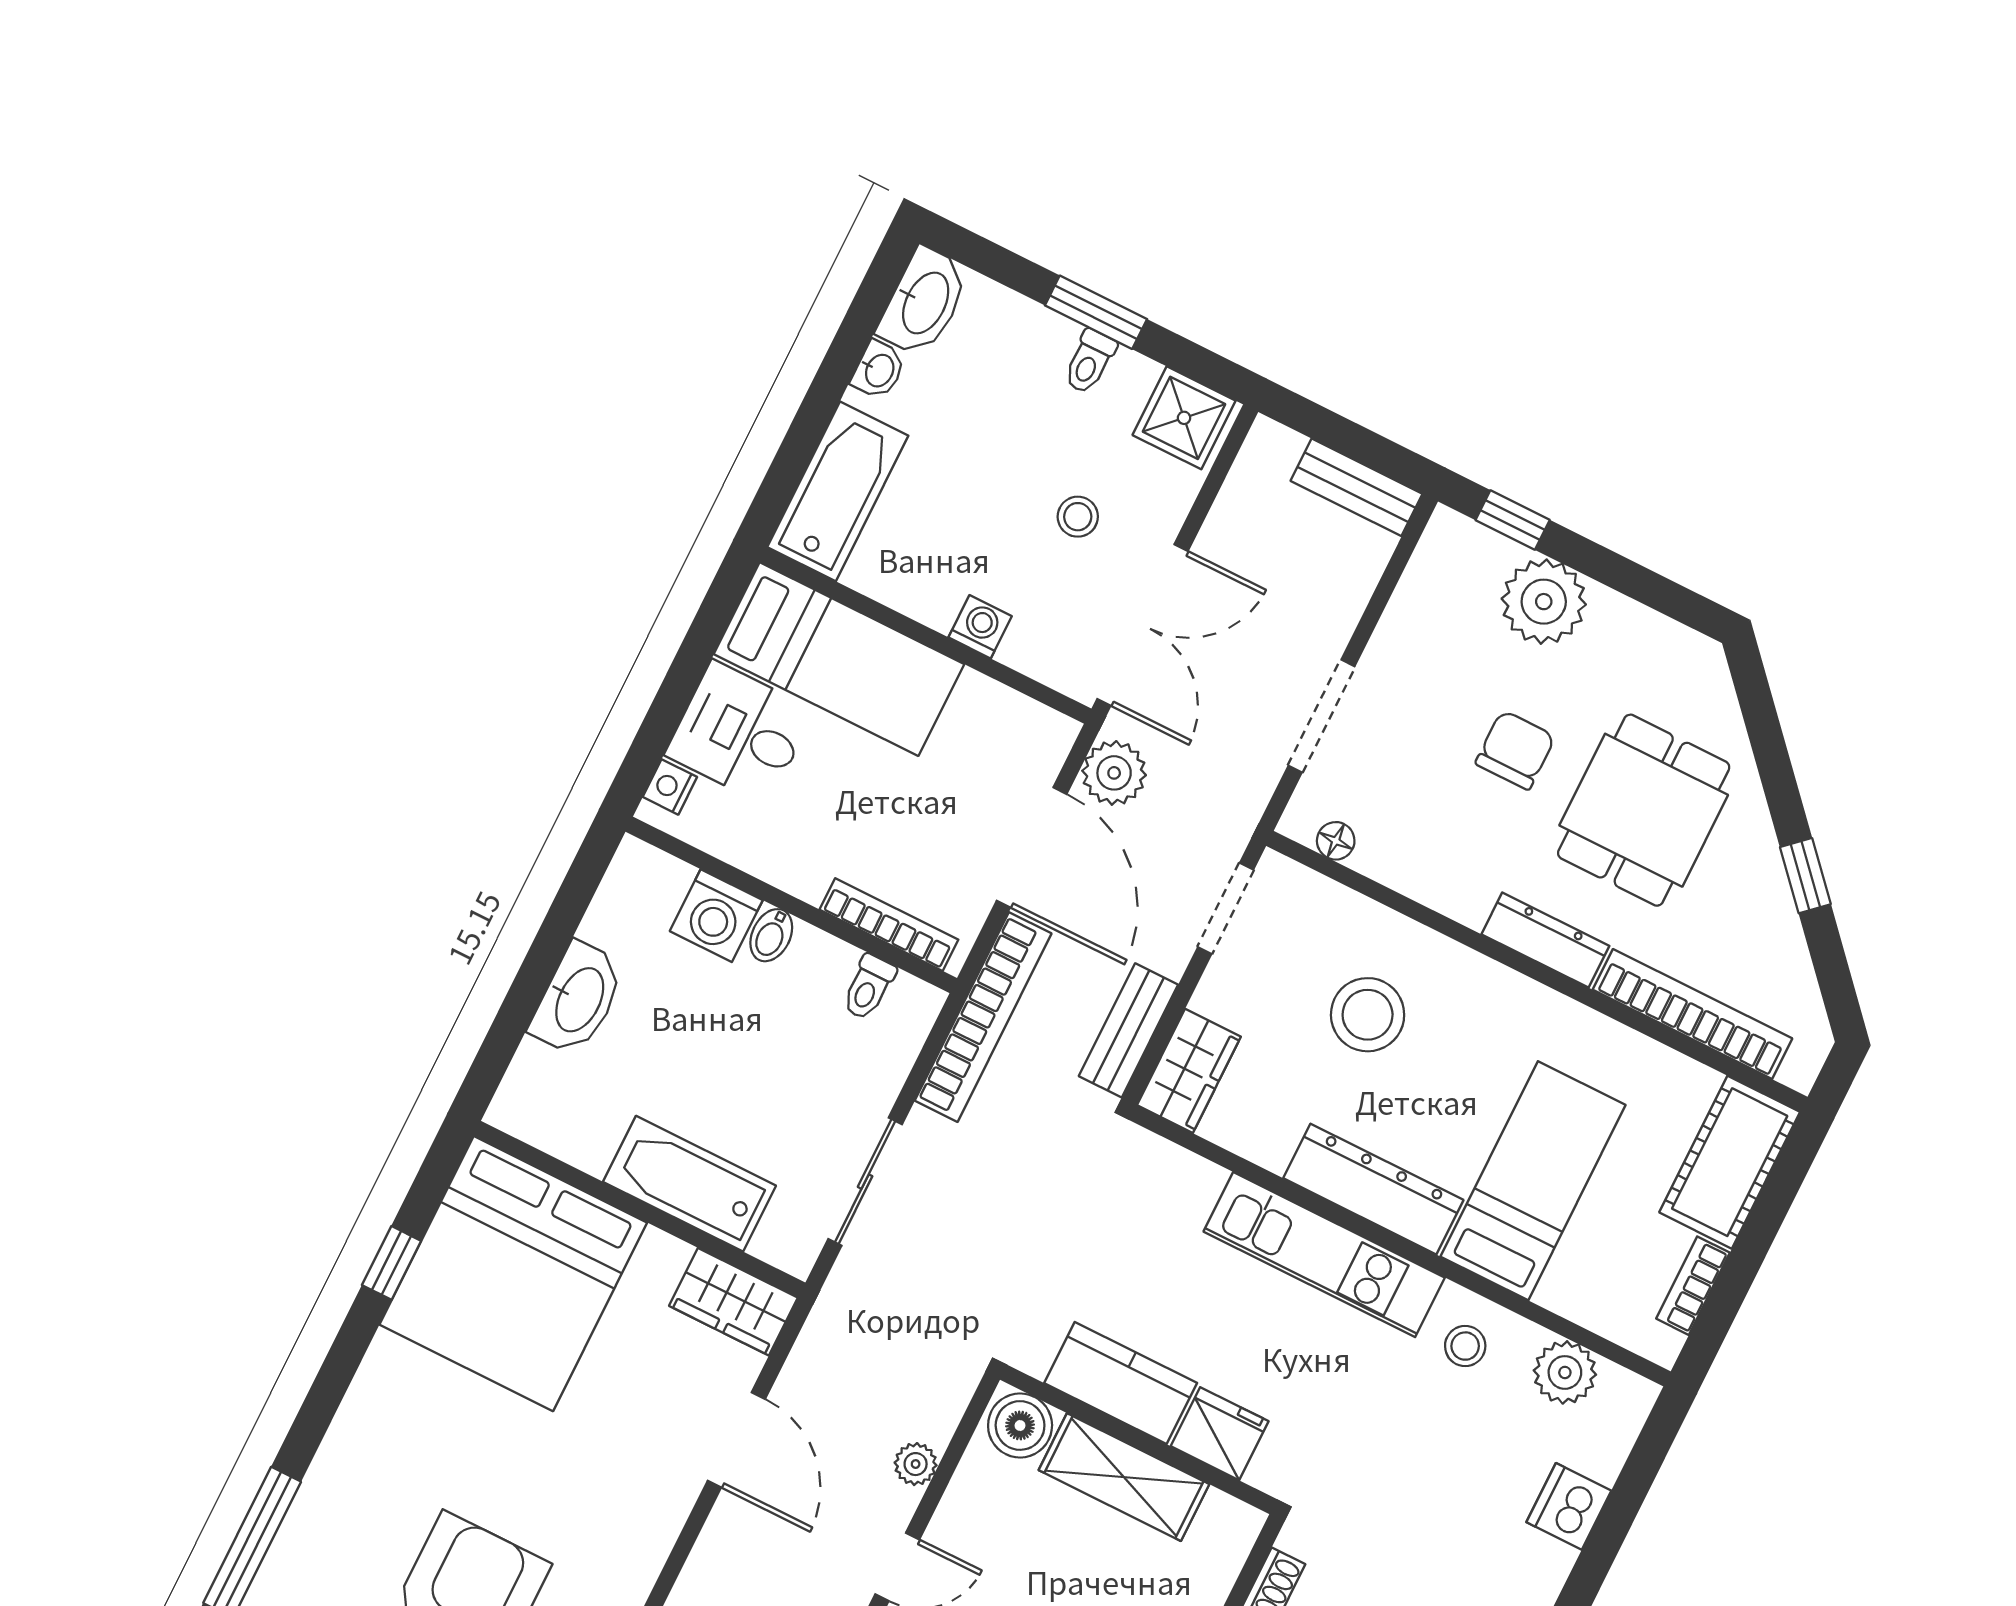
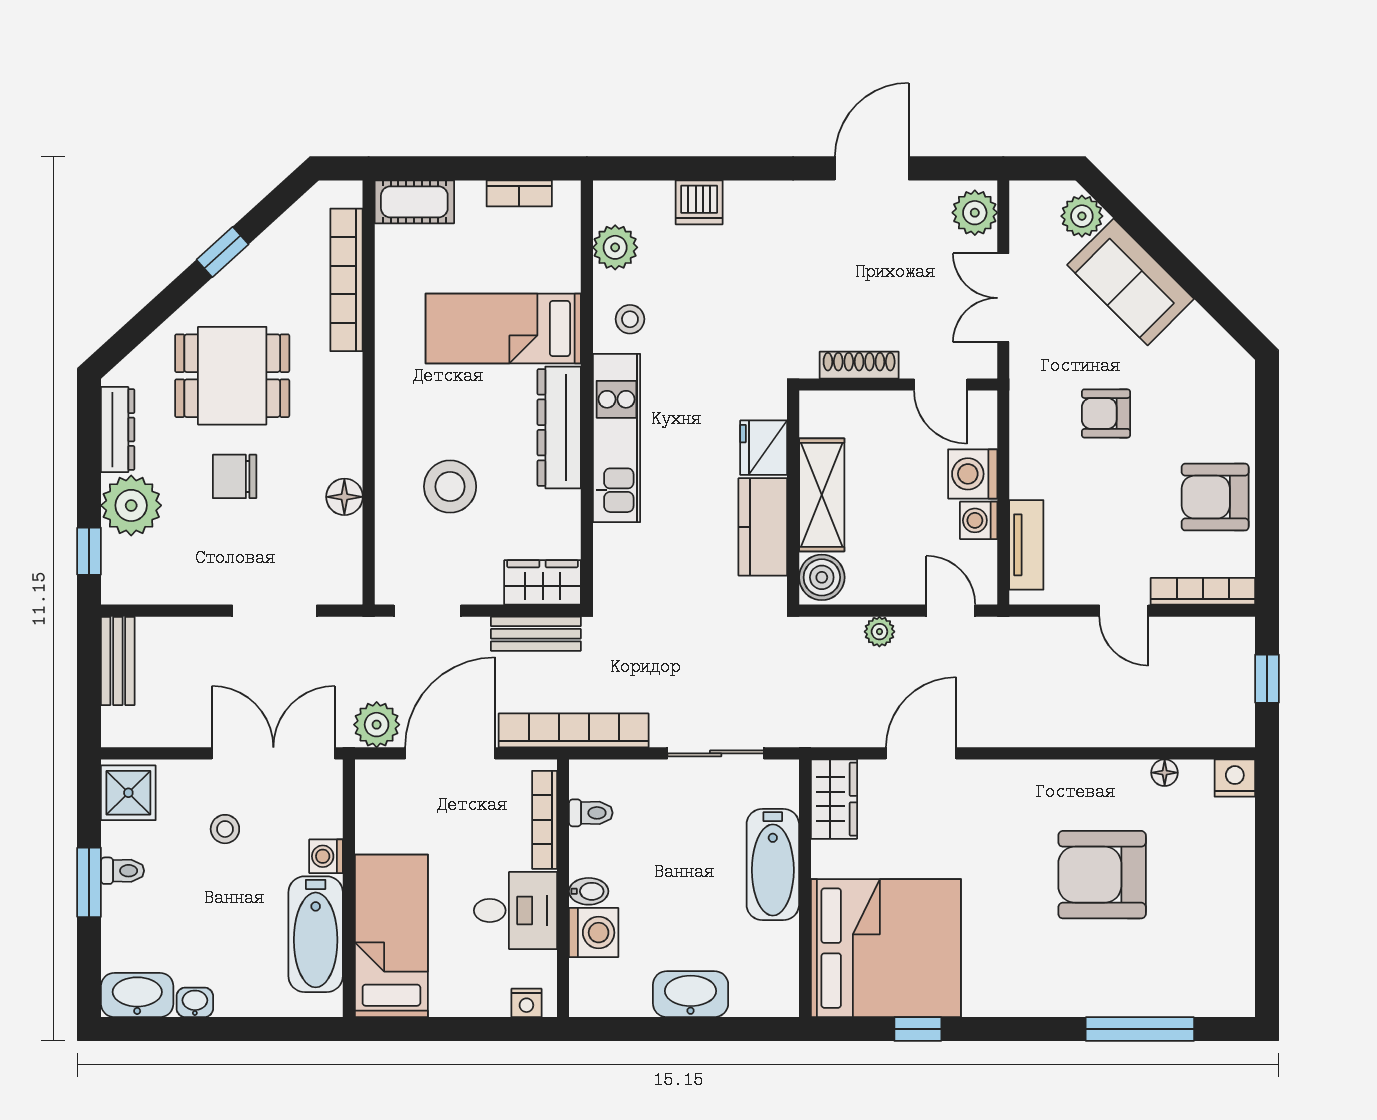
bathtub: (838, 491) -> (316, 934), moved, turned -90
desk: (740, 733) -> (516, 910), moved, turned -90
floor lamp: (1336, 841) -> (344, 497), moved, width x1.37, depth x1.37
dresser: (1545, 940) -> (118, 430), moved, turned 180
cot: (1730, 1162) -> (414, 202), width x0.73, depth x0.75

